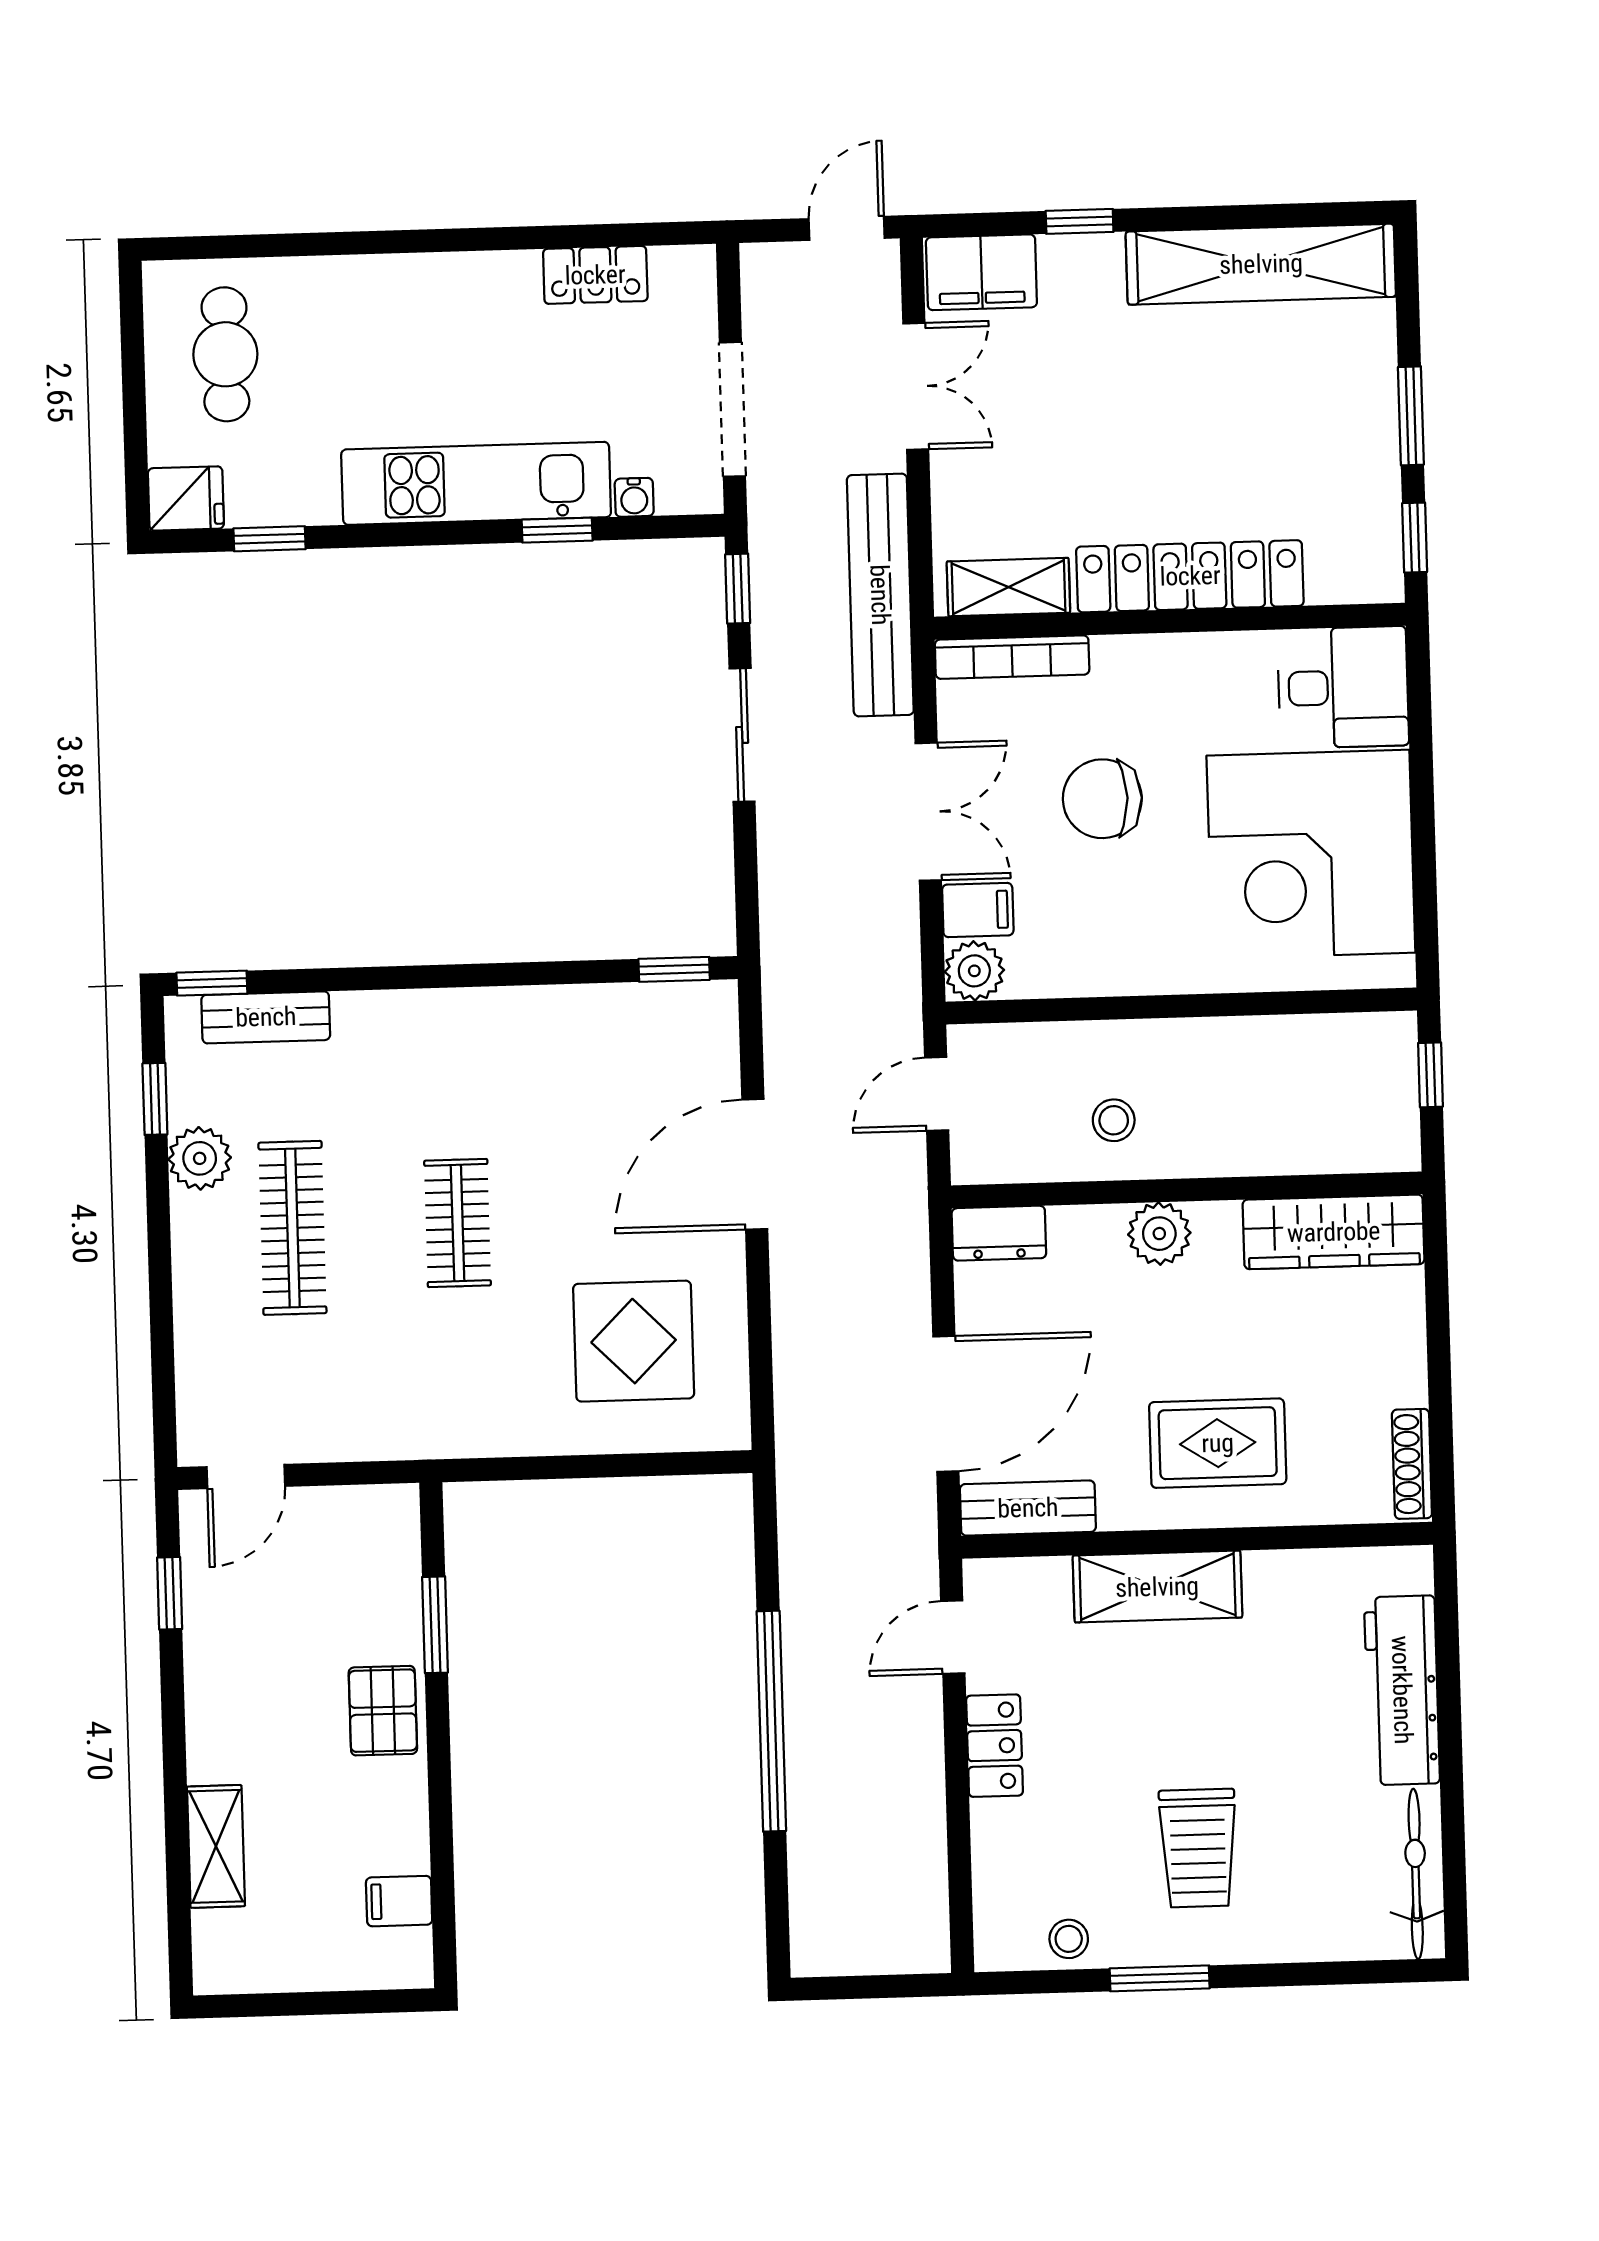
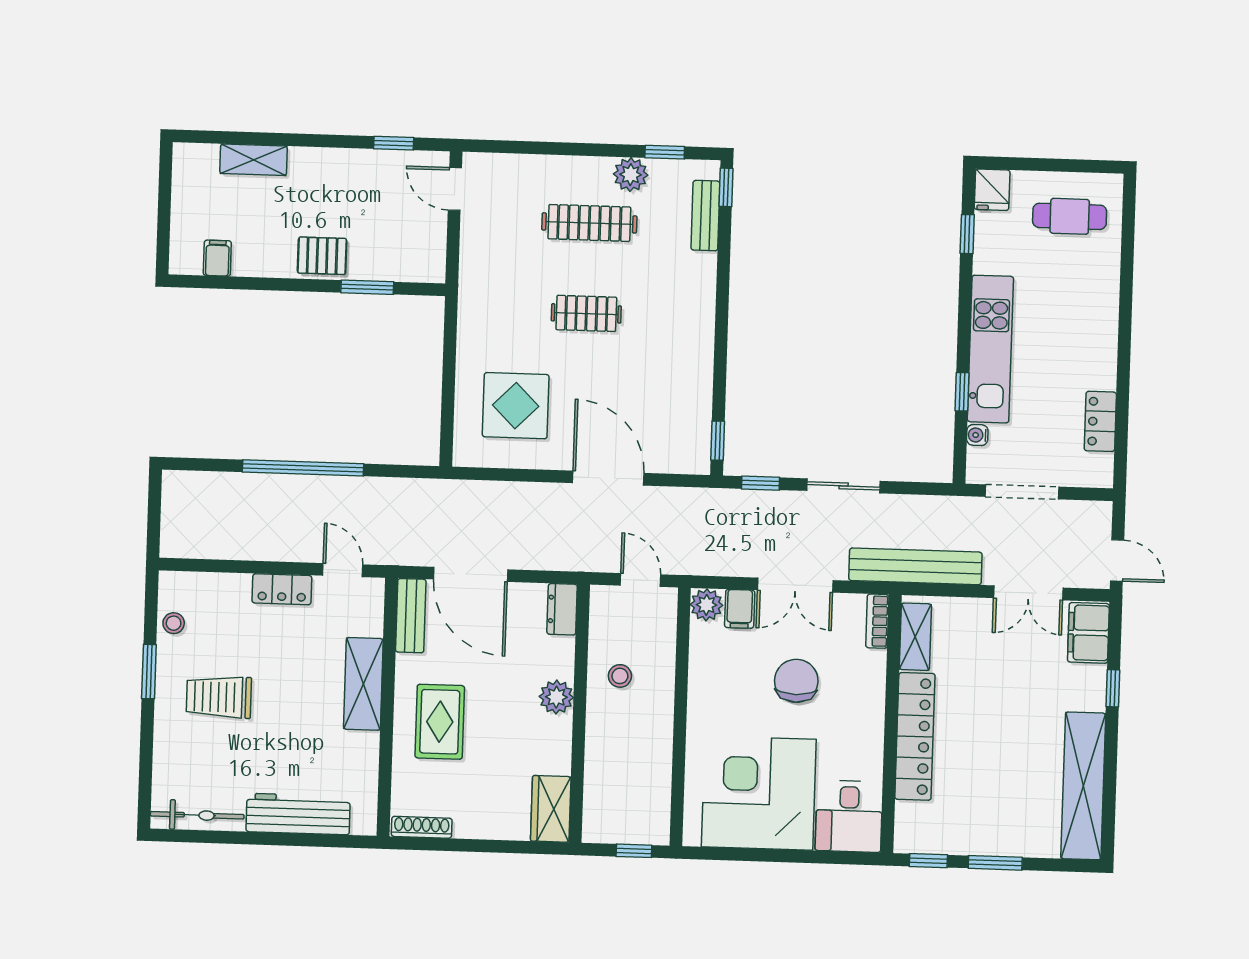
window: (738, 589) -> (761, 483), moved
bookcase: (1012, 657) -> (877, 621), width x0.64
wardrobe: (1334, 1232) -> (551, 809), width x0.67

